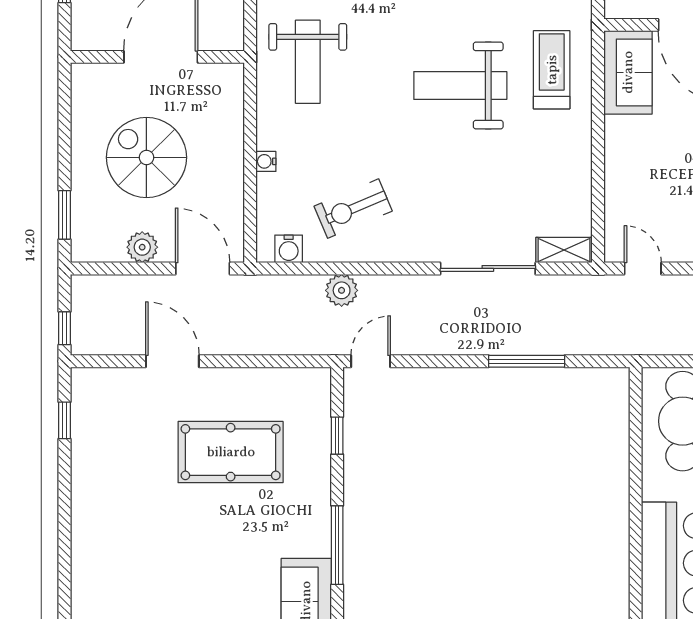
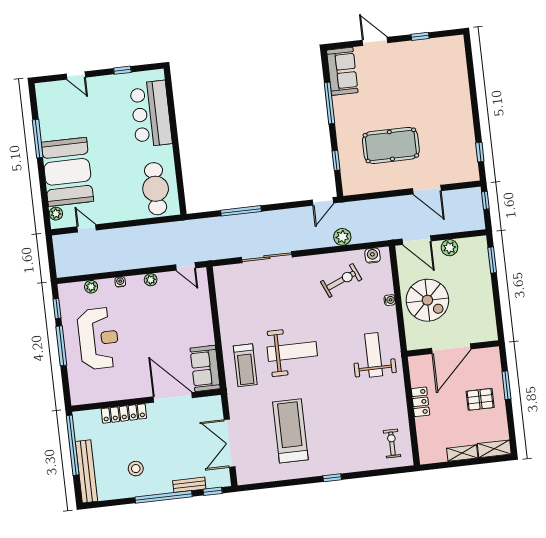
spiral stairs: (146, 157) -> (427, 300), moved
shelving: (564, 250) -> (228, 271), removed

